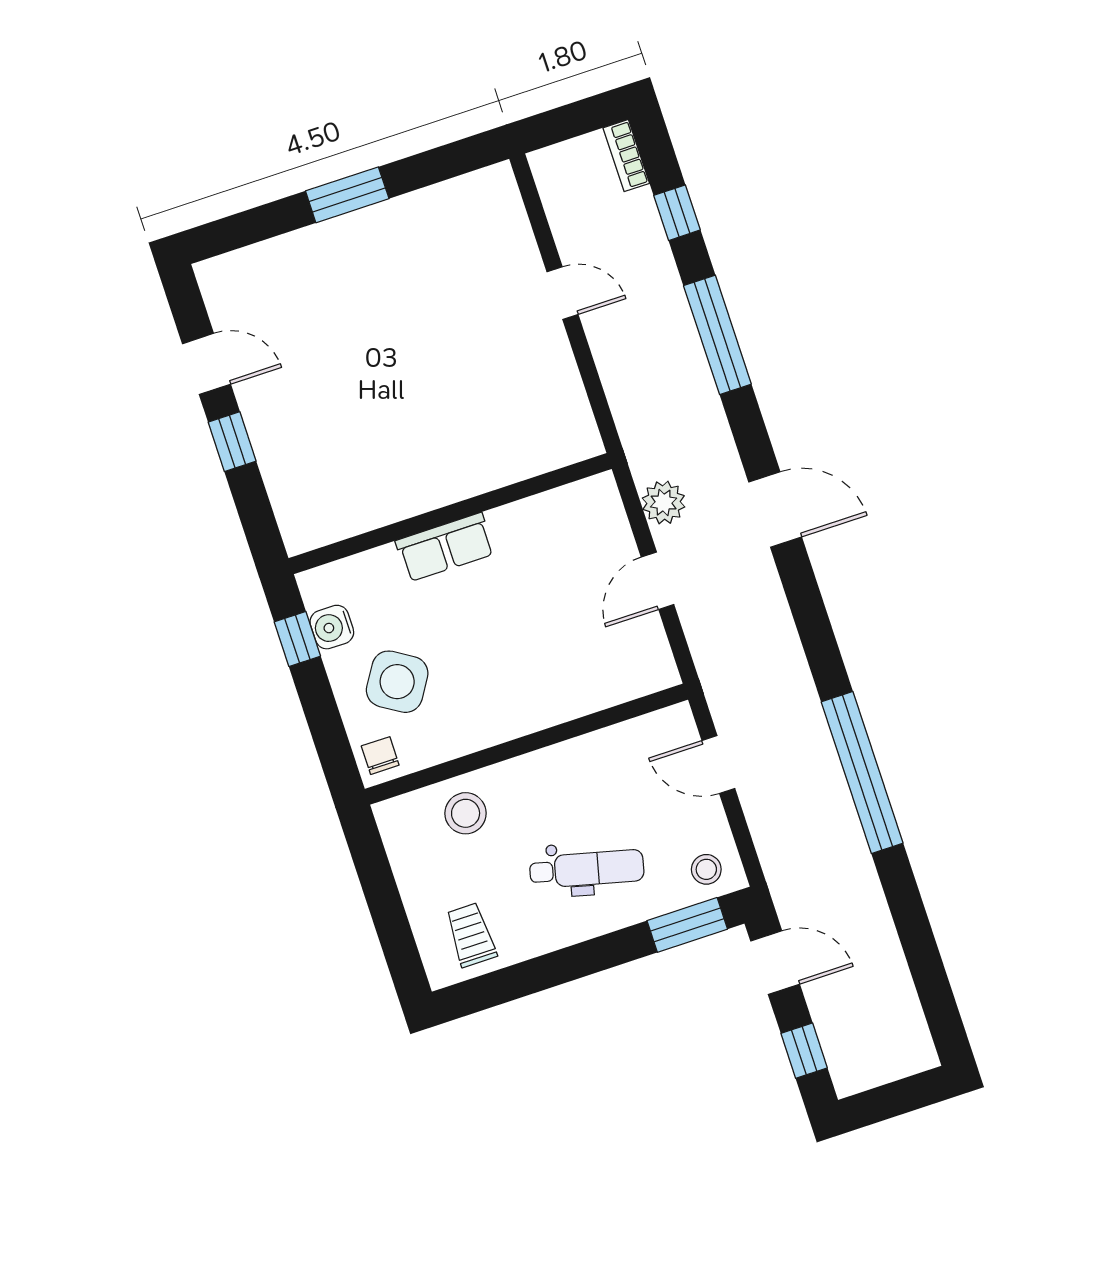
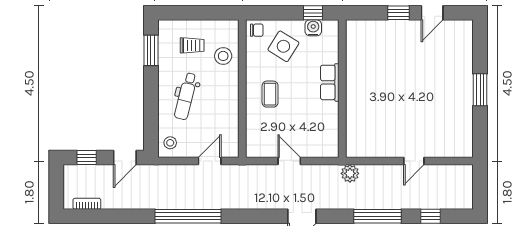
bookcase: (626, 156) -> (87, 204), moved
plant: (664, 503) -> (350, 173), moved
coffee table: (518, 676) -> (270, 94), added
window: (687, 925) -> (151, 50), moved
trolley: (471, 935) -> (192, 45), moved

